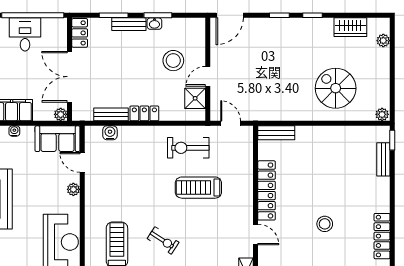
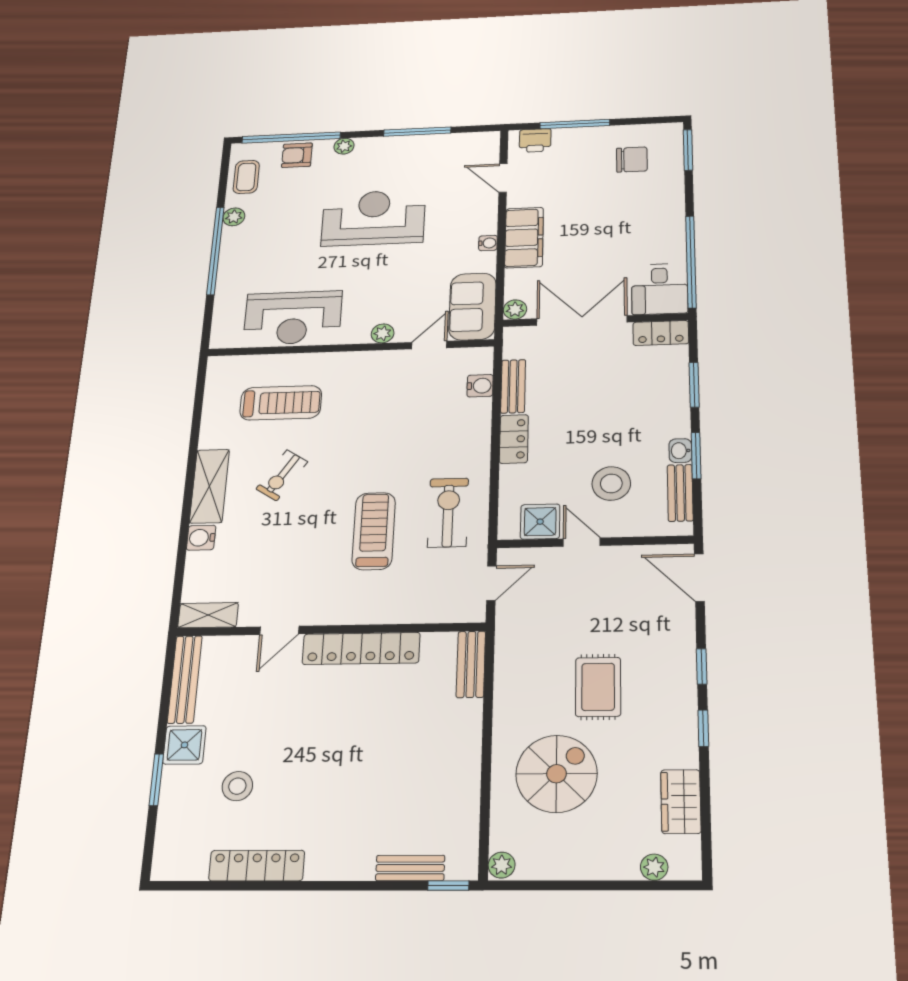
bench: (129, 24) -> (680, 493), moved
desk: (25, 34) -> (660, 289), moved, turned 90
rug: (290, 68) -> (598, 687), added
stool: (325, 224) -> (237, 786), moved

